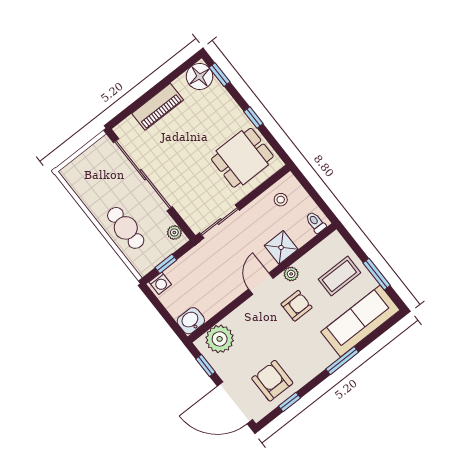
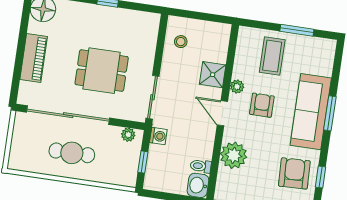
dining table: (242, 158) -> (102, 71), moved, turned 90
toilet: (316, 222) -> (201, 166), moved
cafe table: (126, 228) -> (72, 153), moved
washing machine: (160, 283) -> (158, 136), moved
sofa: (360, 321) -> (311, 112), moved
plant: (220, 339) -> (234, 155), moved
armchair: (272, 381) -> (294, 173), turned 88

